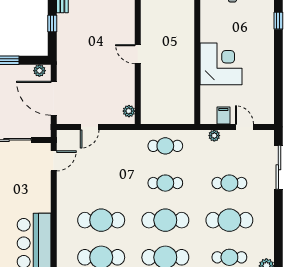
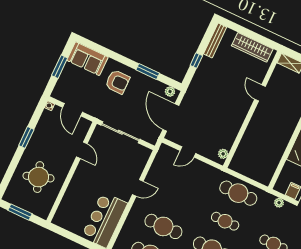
door: (138, 54) -> (260, 93), moved
cafe table: (165, 146) -> (238, 193), width x1.37, depth x1.35
door: (54, 161) -> (138, 188), moved

